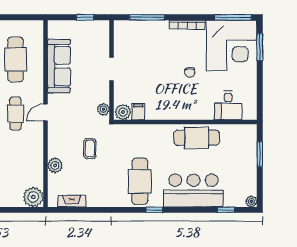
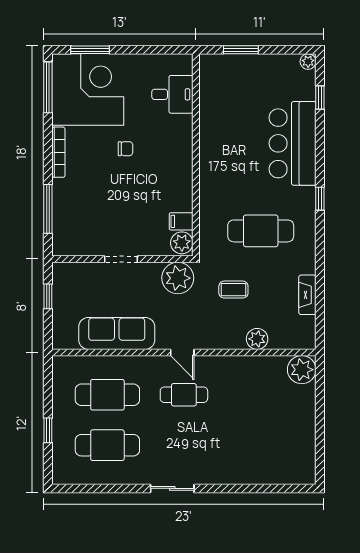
plant: (103, 109) -> (178, 278), width x1.87, depth x1.87
cafe table: (197, 138) -> (218, 139), removed
cafe table: (140, 181) -> (261, 231), moved
fireplace: (72, 201) -> (307, 295), moved

